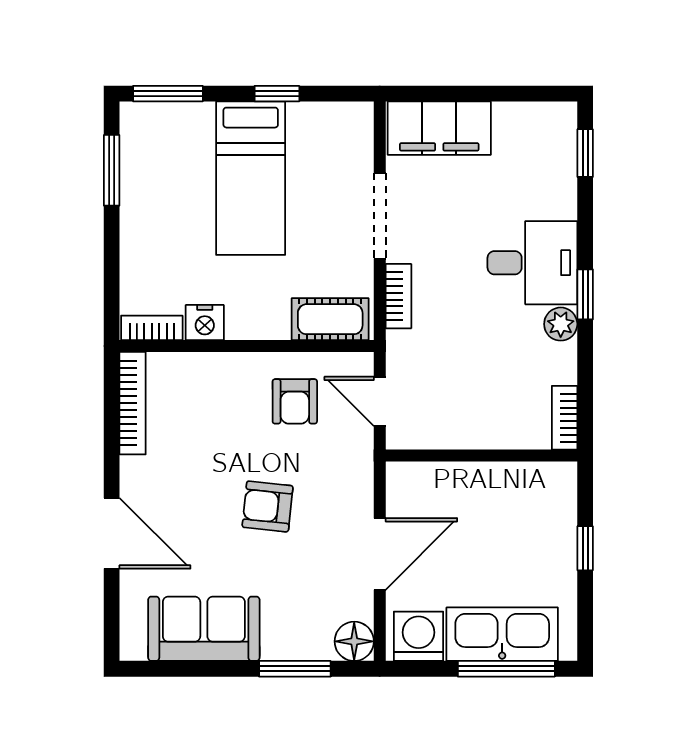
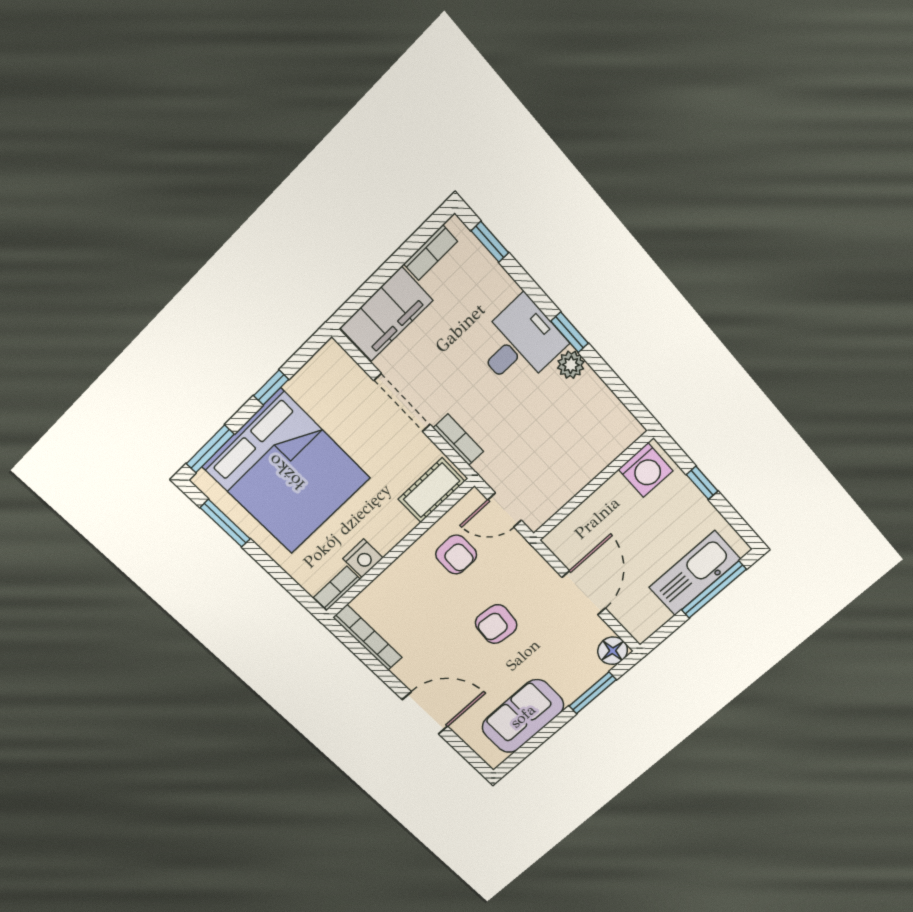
bed: (251, 178) -> (286, 472), width x2.04
bookcase: (565, 418) -> (430, 253), moved, turned -90
washing machine: (419, 636) -> (646, 470), moved, turned 180

